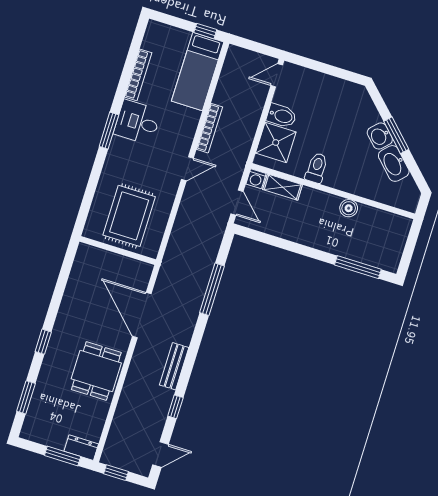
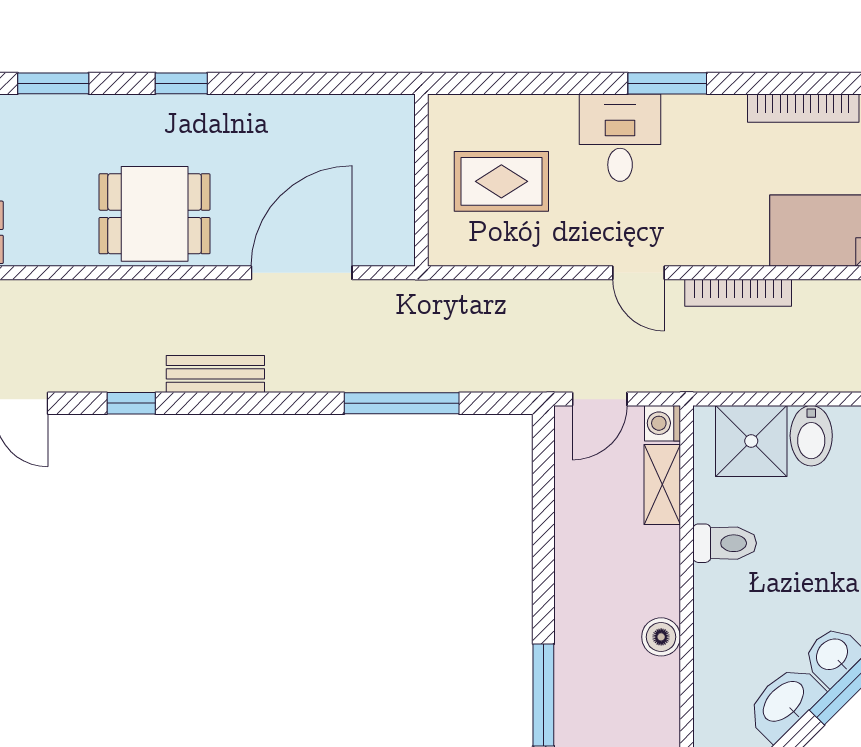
desk: (138, 122) -> (620, 138), moved
rug: (129, 216) -> (501, 181), width x0.73, depth x0.70

